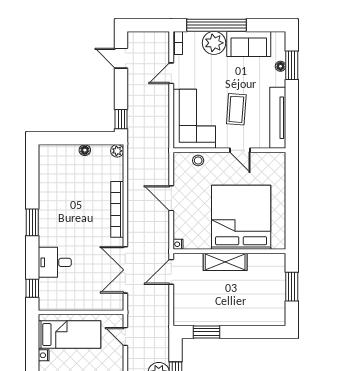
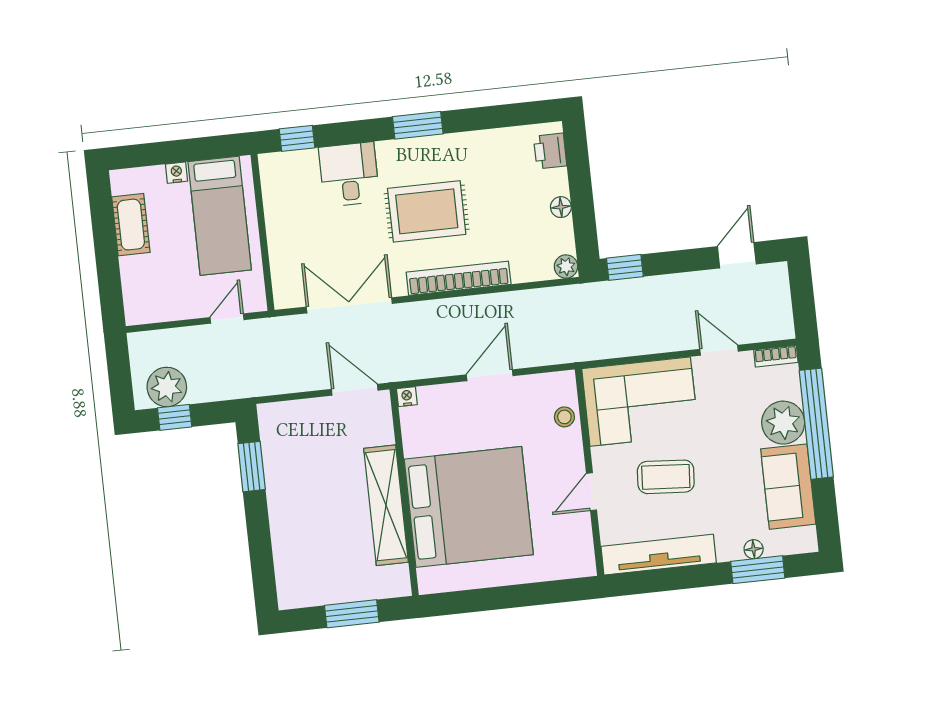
printer: (54, 153) -> (550, 151), added
rug: (79, 223) -> (427, 211), added
shelving: (225, 262) -> (386, 505), width x1.47

